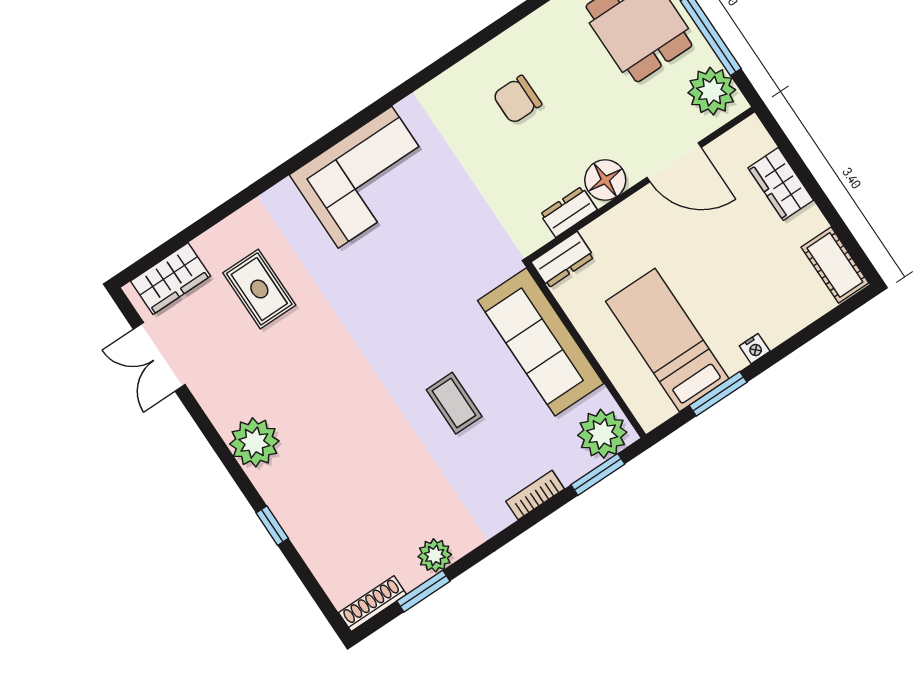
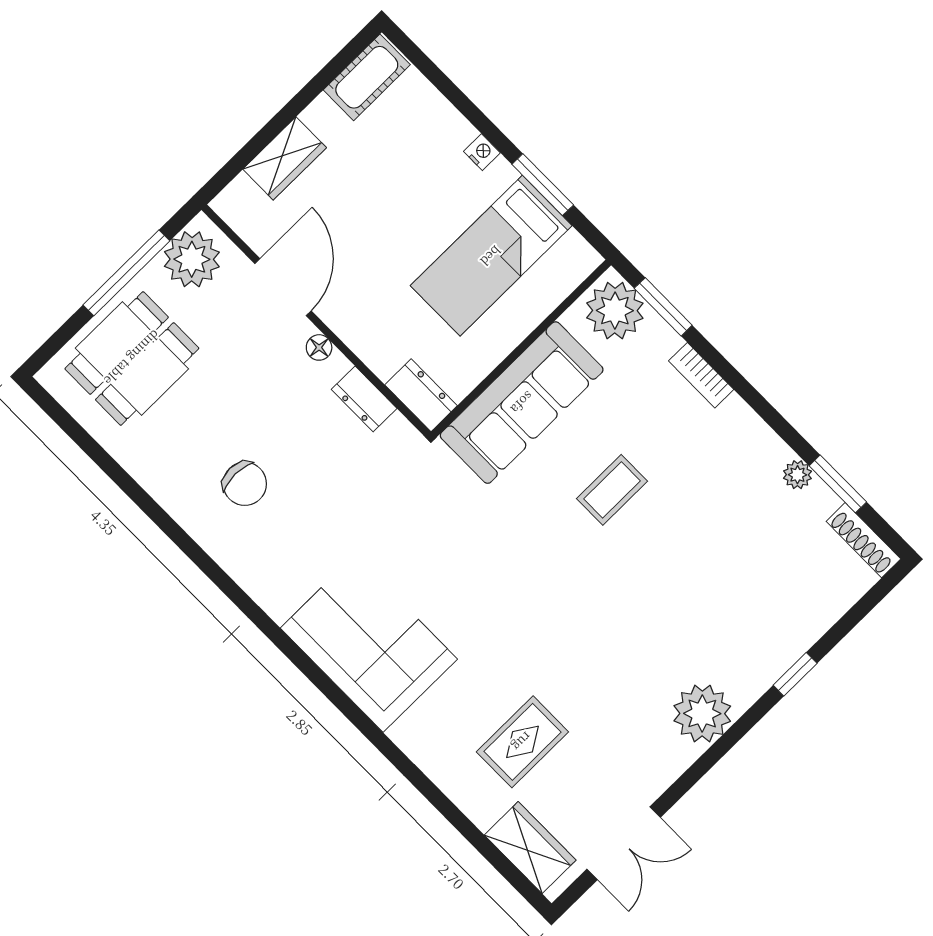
floor lamp: (605, 180) -> (319, 347), width x0.53, depth x0.53
plant: (435, 555) -> (797, 475), width x0.73, depth x0.73

